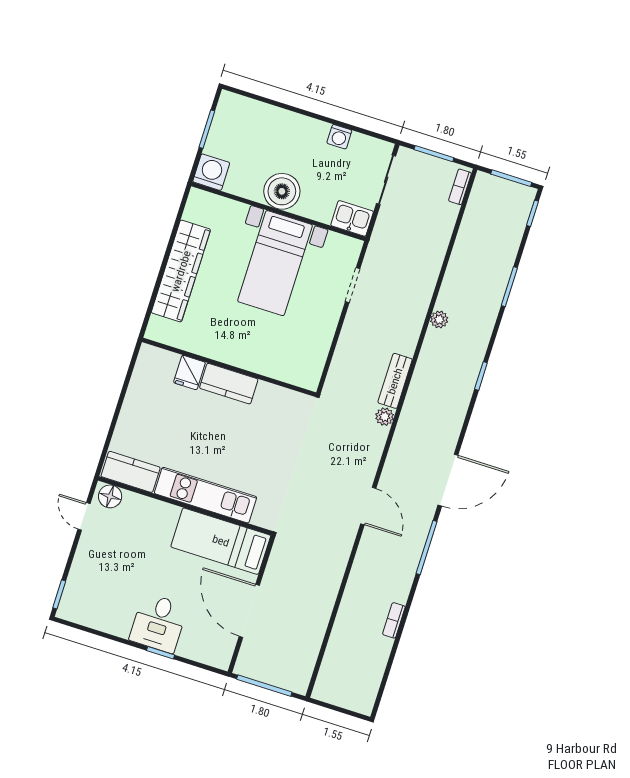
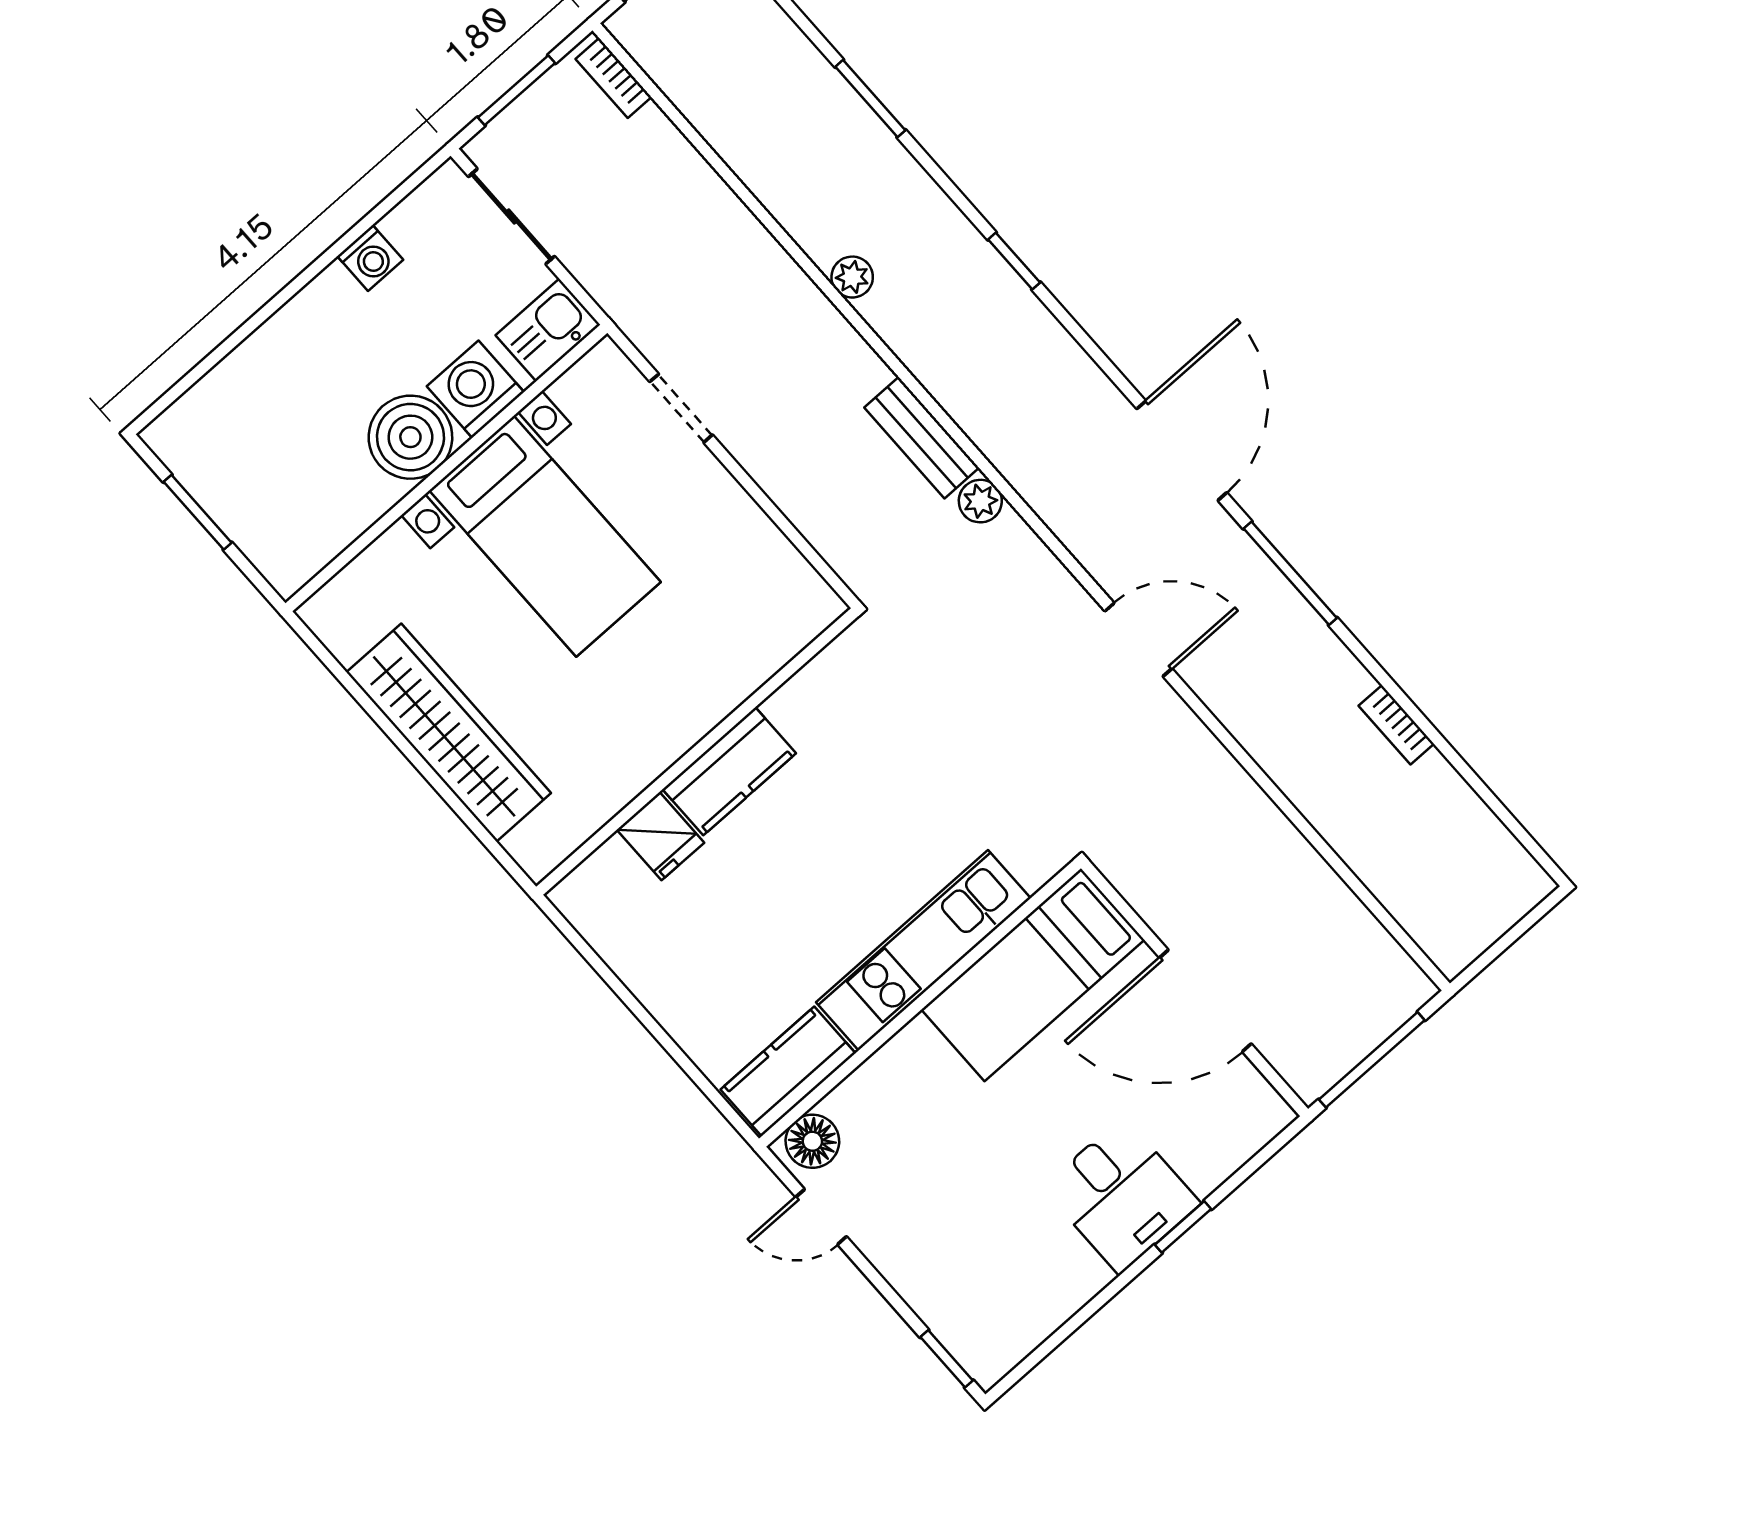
washing machine: (211, 172) -> (475, 389), moved

